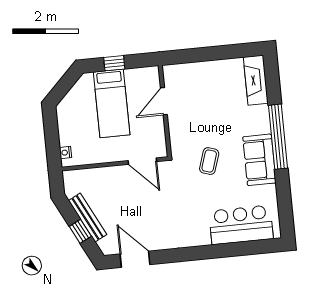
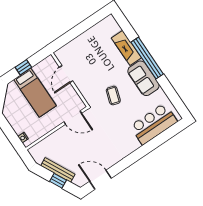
fireplace: (256, 80) -> (126, 48), moved

